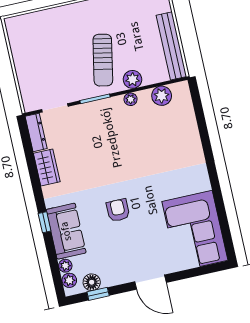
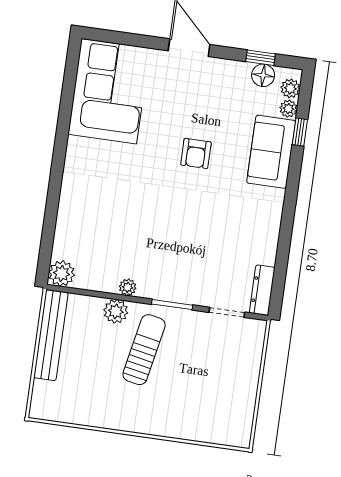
plant: (162, 96) -> (62, 273), moved
wardrobe: (47, 167) -> (265, 241), removed
window: (45, 222) -> (300, 132), moved

